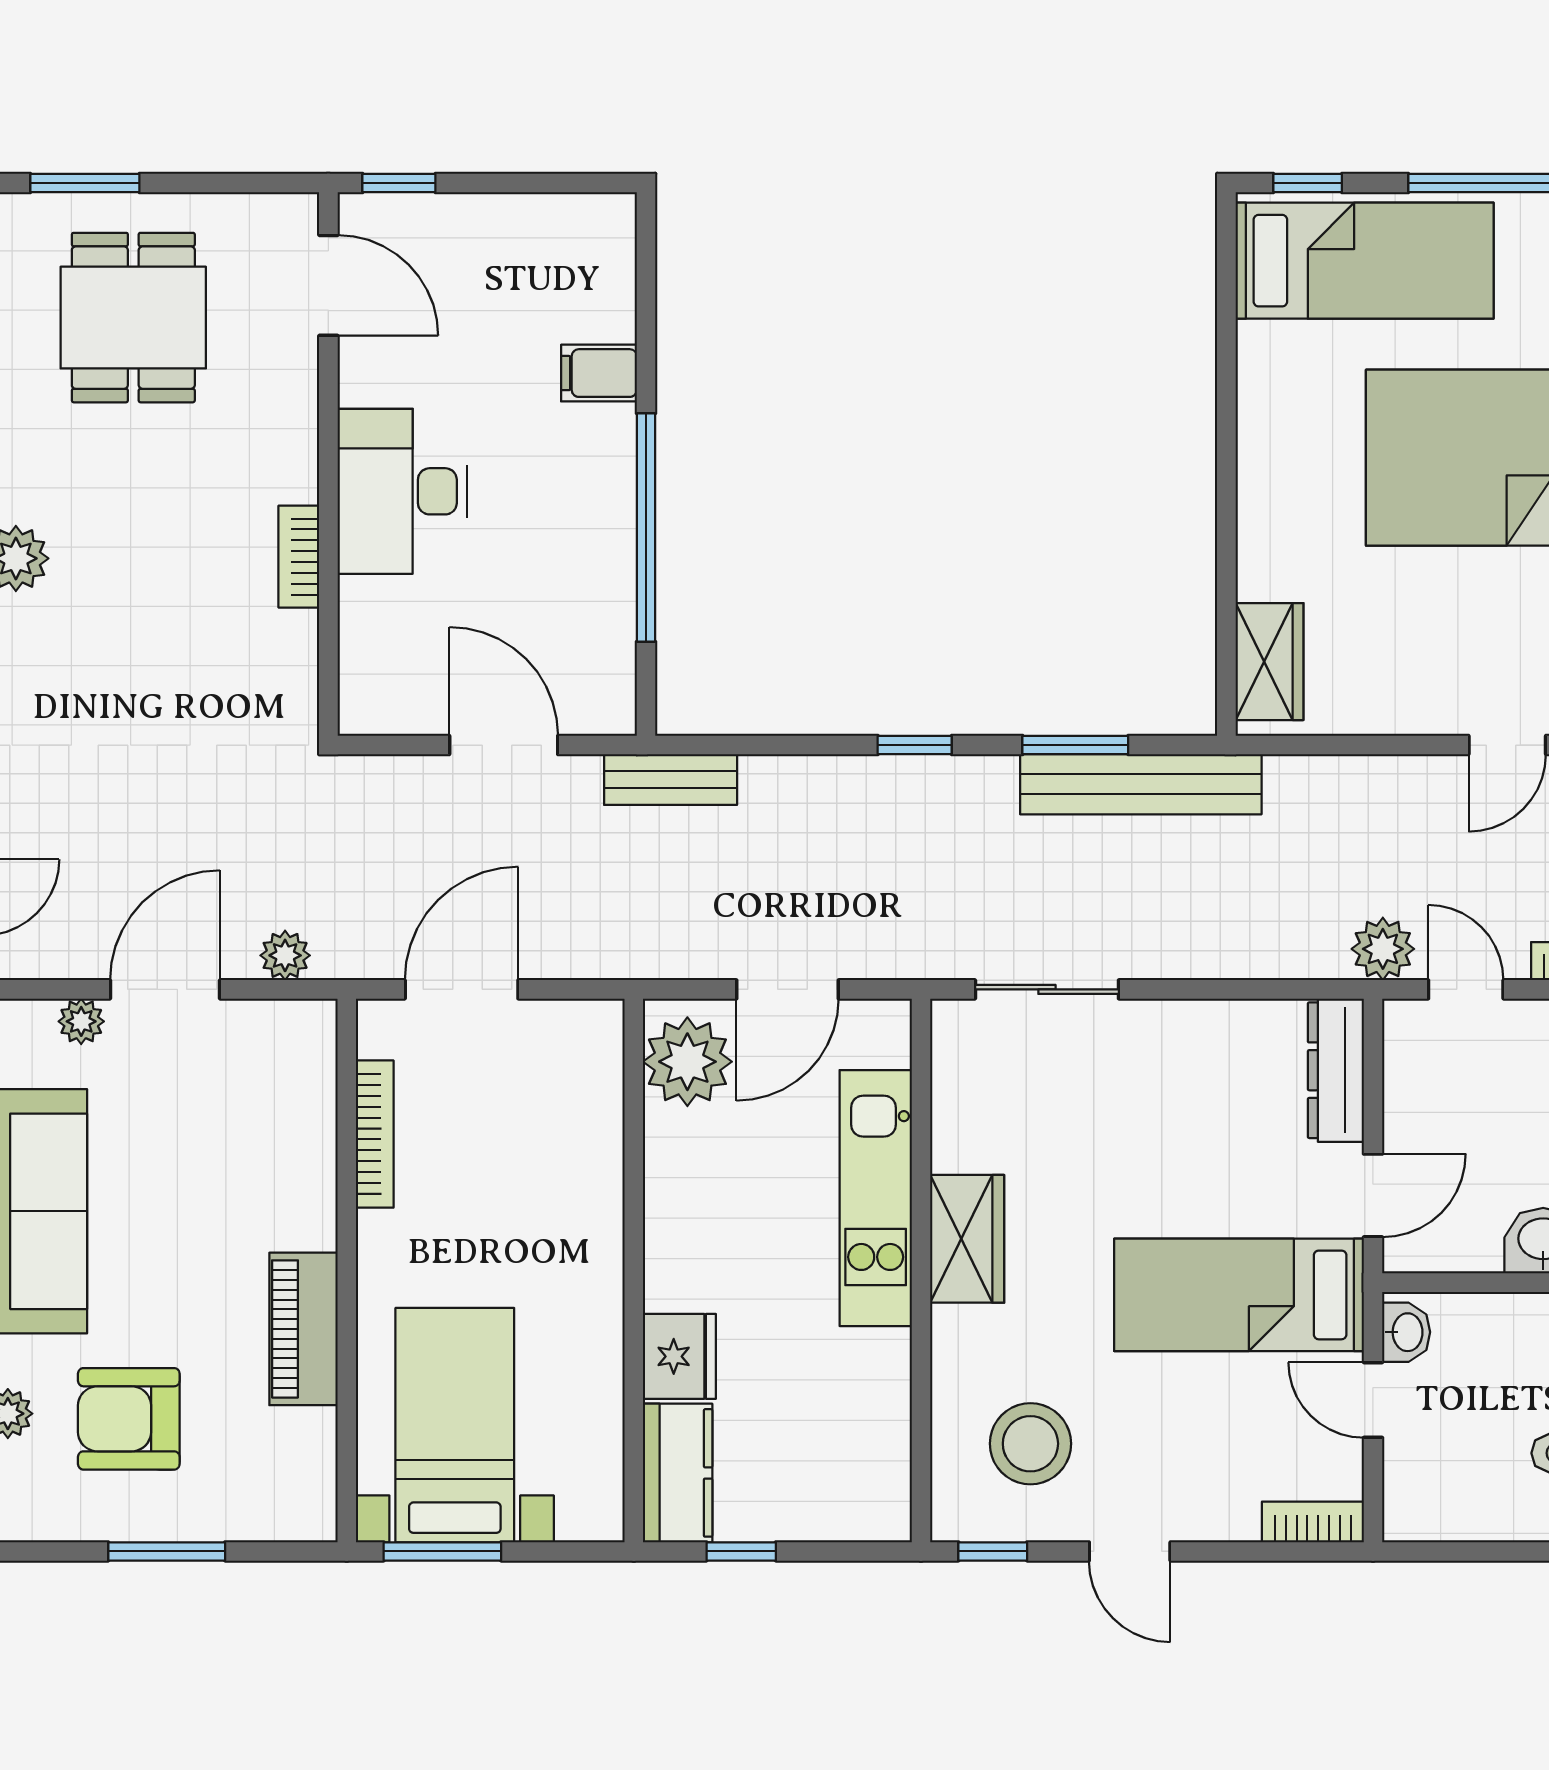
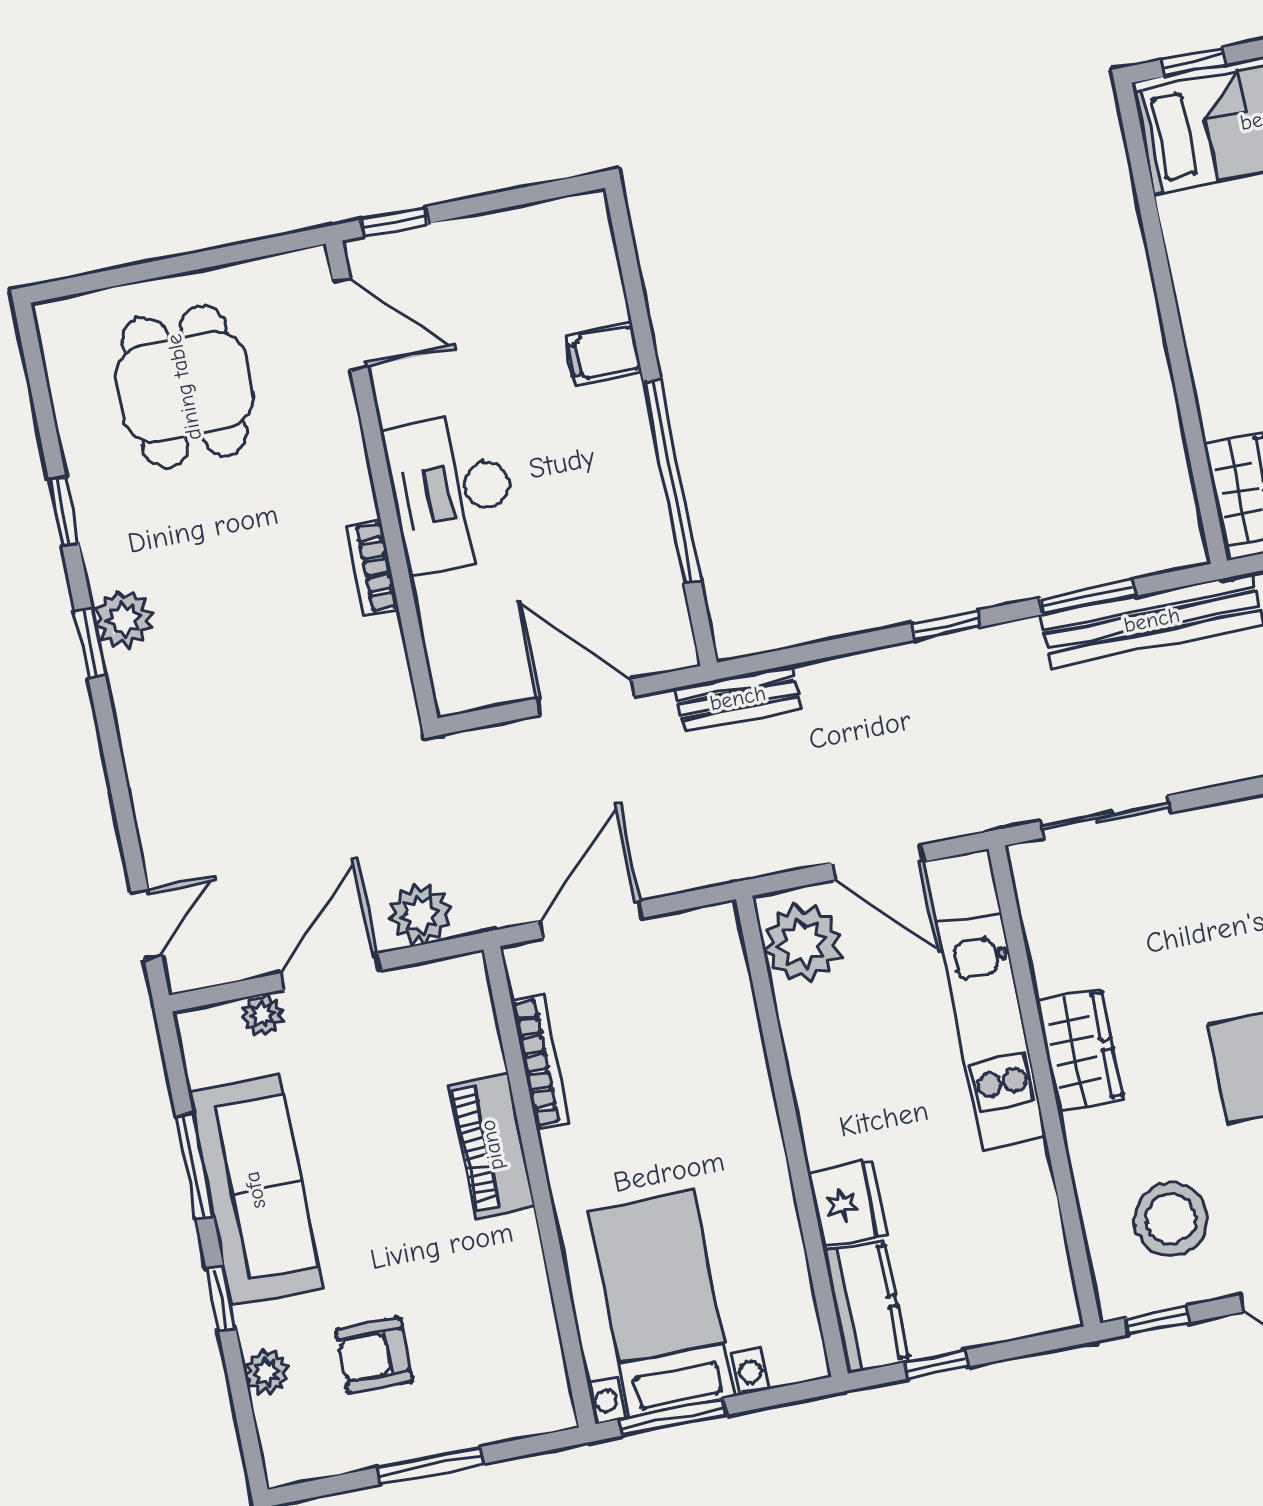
window: (85, 183) -> (118, 277), removed
plant: (285, 955) -> (420, 914), width x1.38, depth x1.38
door: (787, 989) -> (878, 862), hinge flipped
piano: (303, 1329) -> (492, 1145), moved
armchair: (129, 1419) -> (374, 1356), width x0.72, depth x0.72

